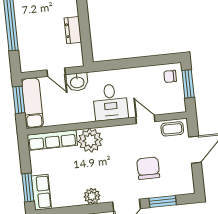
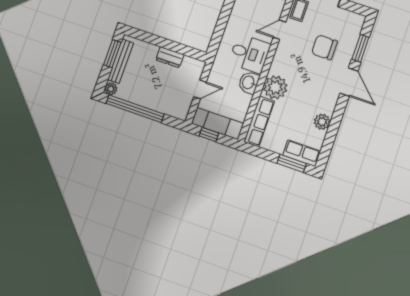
washbasin: (77, 82) -> (249, 83), moved, turned 180
window: (19, 100) -> (209, 135), width x0.67
plant: (92, 196) -> (322, 122), moved

